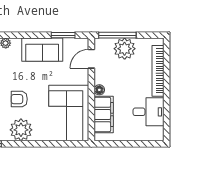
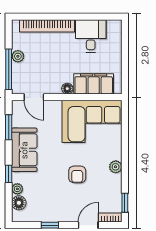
window: (20, 35) -> (9, 174), added
plant: (125, 49) -> (18, 56), width x0.53, depth x0.53
plant: (21, 130) -> (116, 167), width x0.53, depth x0.53

